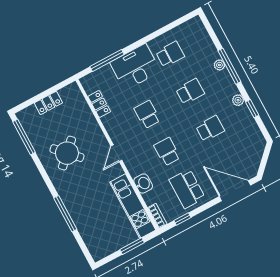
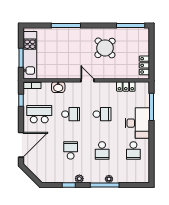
locker: (48, 103) -> (144, 65), moved
school desk: (210, 129) -> (71, 150), turned 180
kitchen unit: (133, 206) -> (30, 55), moved, turned 90

